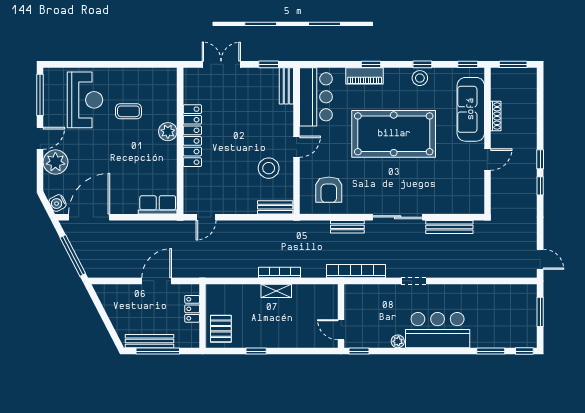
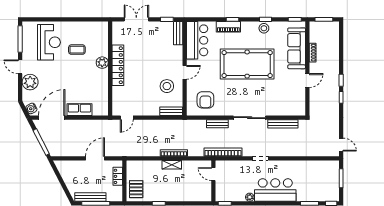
door: (40, 138) -> (20, 67), swing flipped
row of seats: (158, 205) -> (79, 110), moved
door: (341, 330) -> (213, 174), moved

